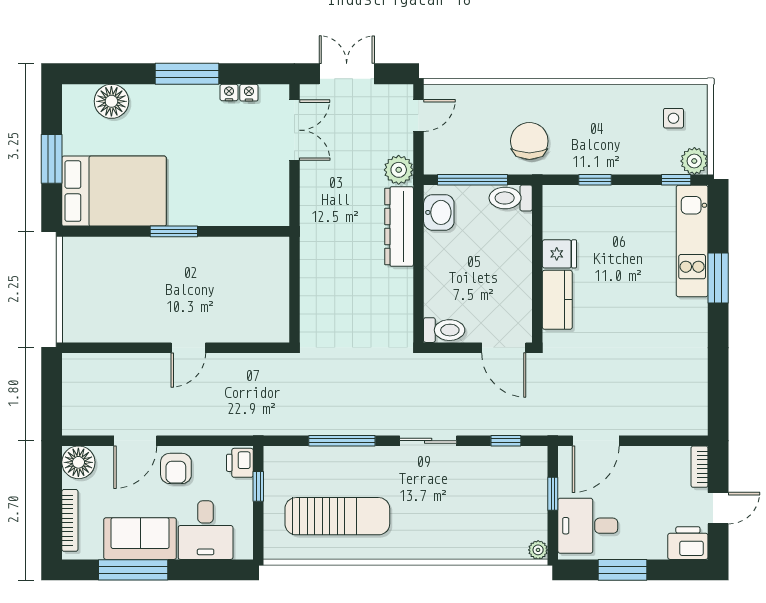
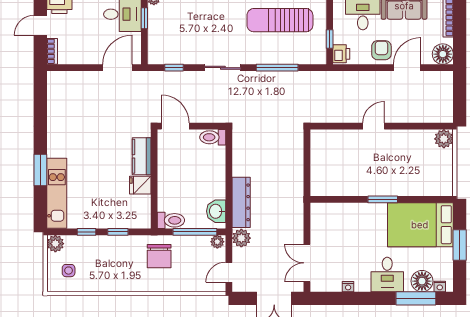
window: (187, 74) -> (416, 298), moved
nightstand: (249, 93) -> (440, 287), moved
desk: (167, 112) -> (387, 275), added
plant: (437, 164) -> (217, 242), added
window: (676, 180) -> (87, 232), moved
plant: (77, 328) -> (444, 139), added
window: (553, 494) -> (144, 18), moved

